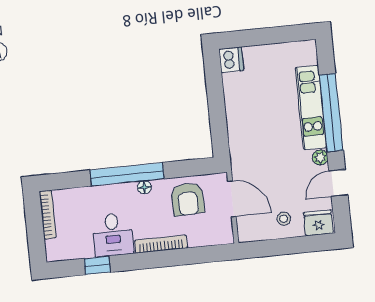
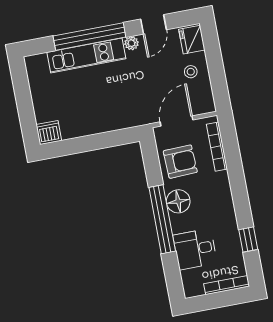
door: (338, 183) -> (154, 24), hinge flipped
floor lamp: (144, 187) -> (178, 201), width x1.89, depth x1.89
bookcase: (48, 215) -> (227, 285), moved
desk: (113, 235) -> (195, 249), moved, turned 180
bookcase: (161, 244) -> (217, 147), moved

